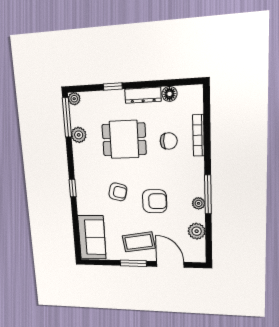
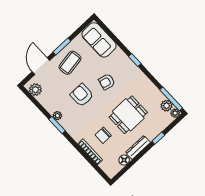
plant: (79, 135) -> (166, 106), moved
window: (208, 194) -> (57, 125), width x0.69
armchair: (155, 201) -> (82, 95), turned 90
plant: (197, 231) -> (35, 90), moved
door: (170, 264) -> (41, 66), swing flipped

